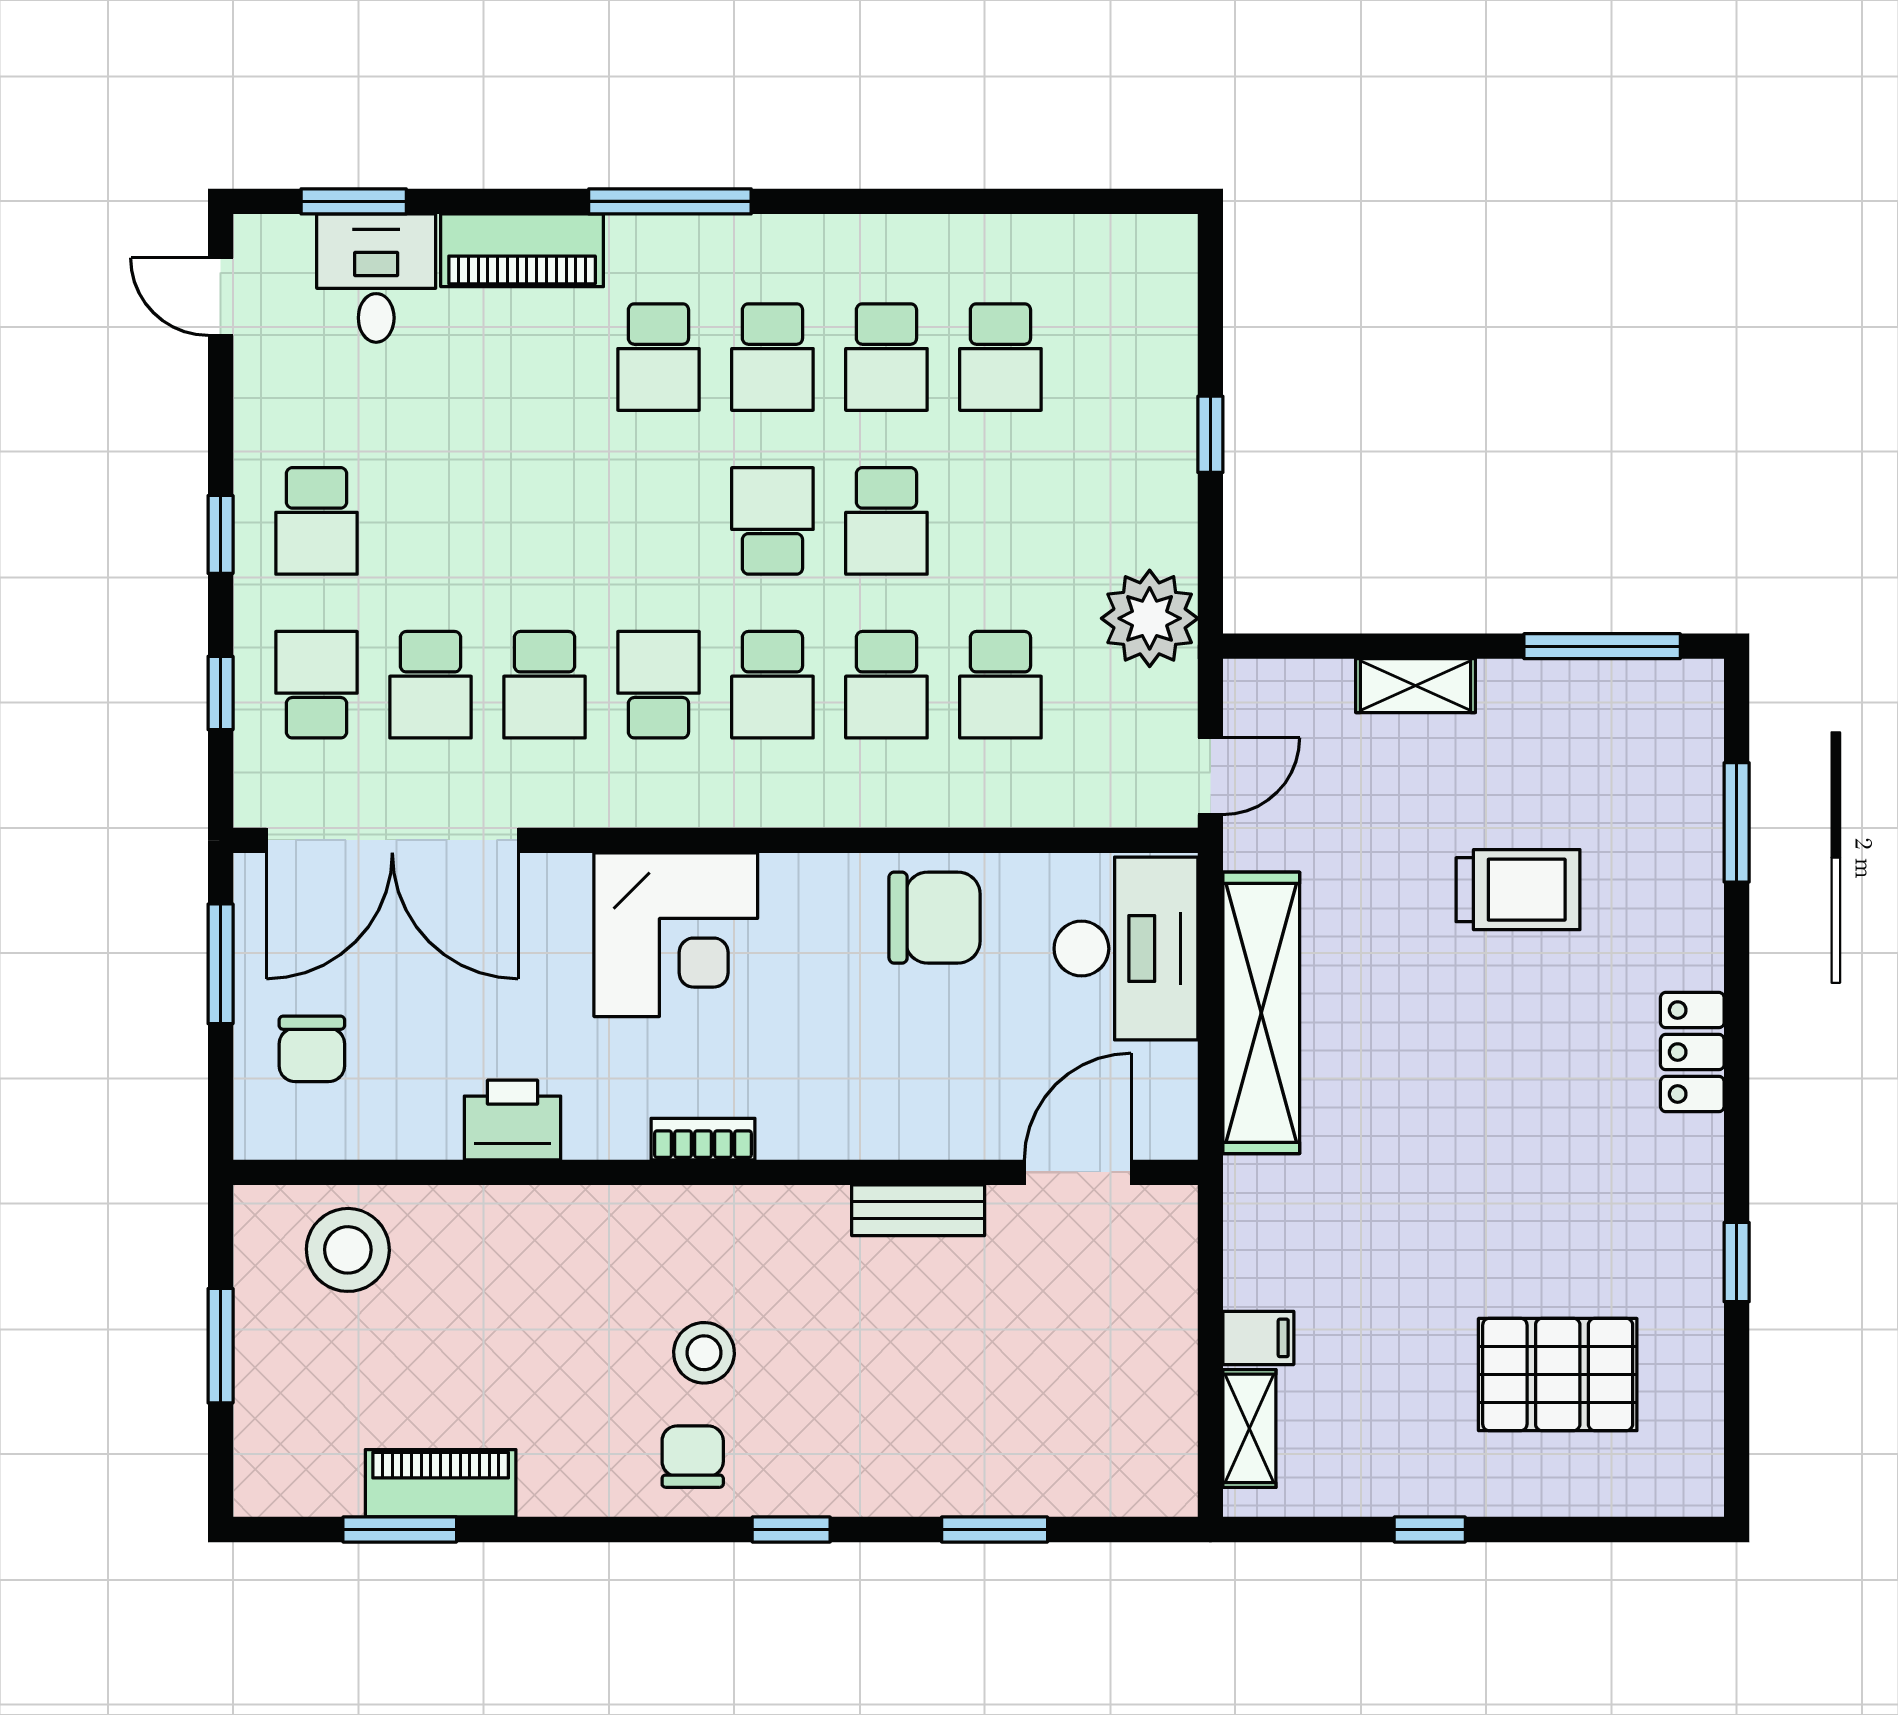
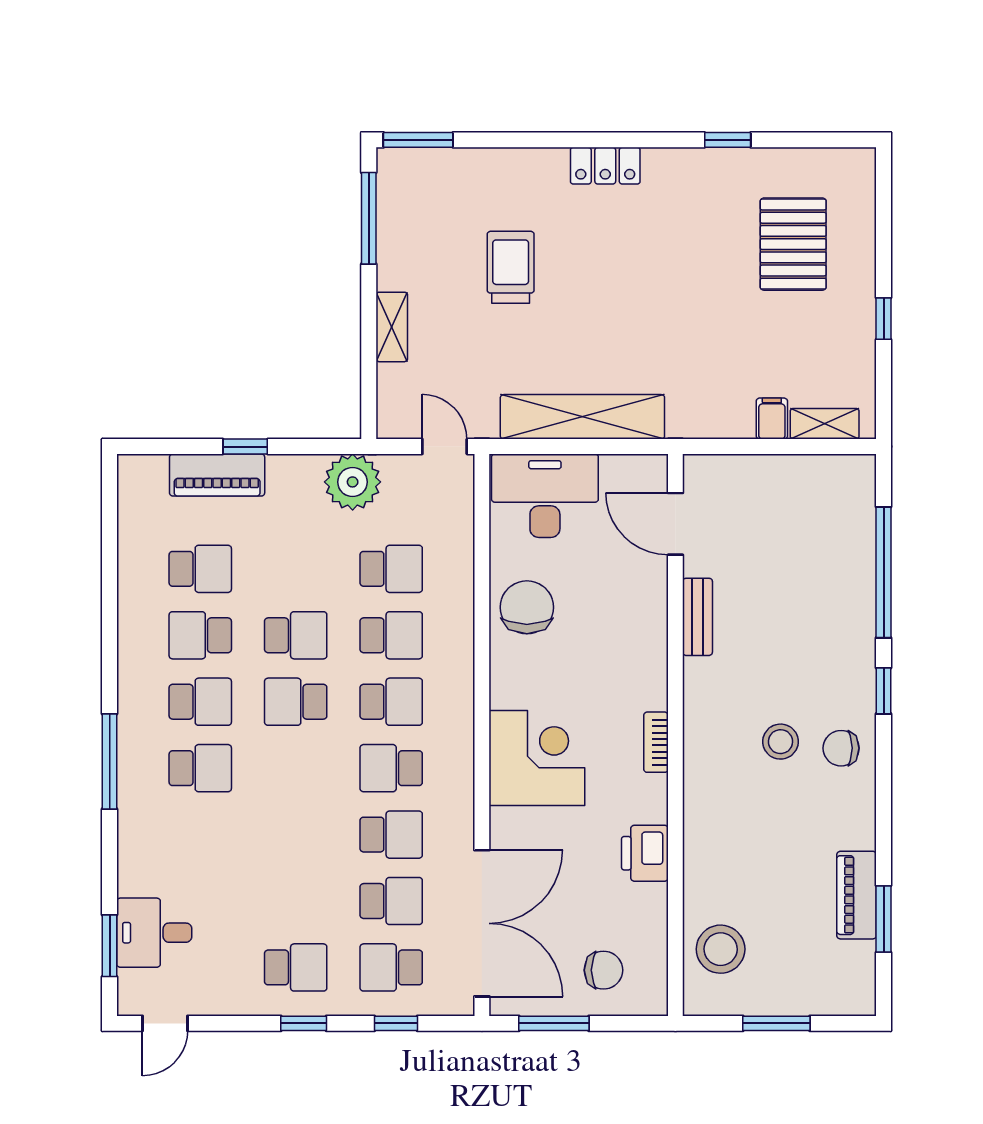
piano: (522, 250) -> (217, 475), moved, turned 90
school desk: (886, 357) -> (200, 635), turned 180
window: (1737, 822) -> (418, 140), moved
window: (995, 1530) -> (884, 572), width x2.11

